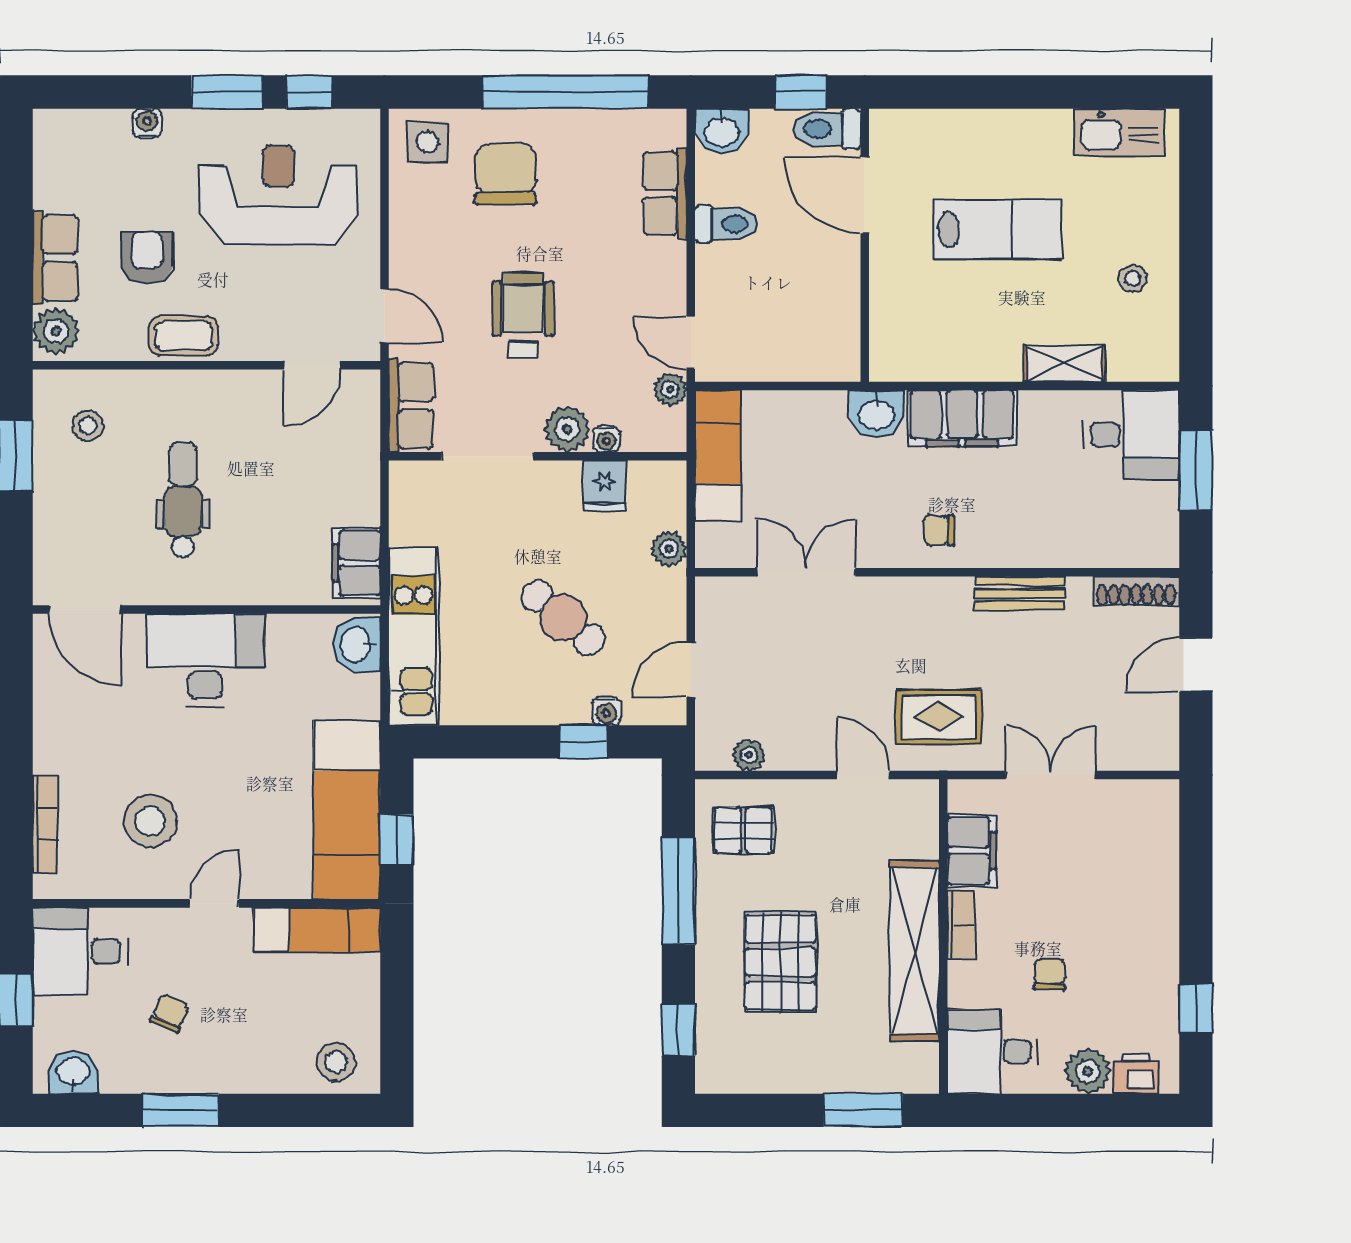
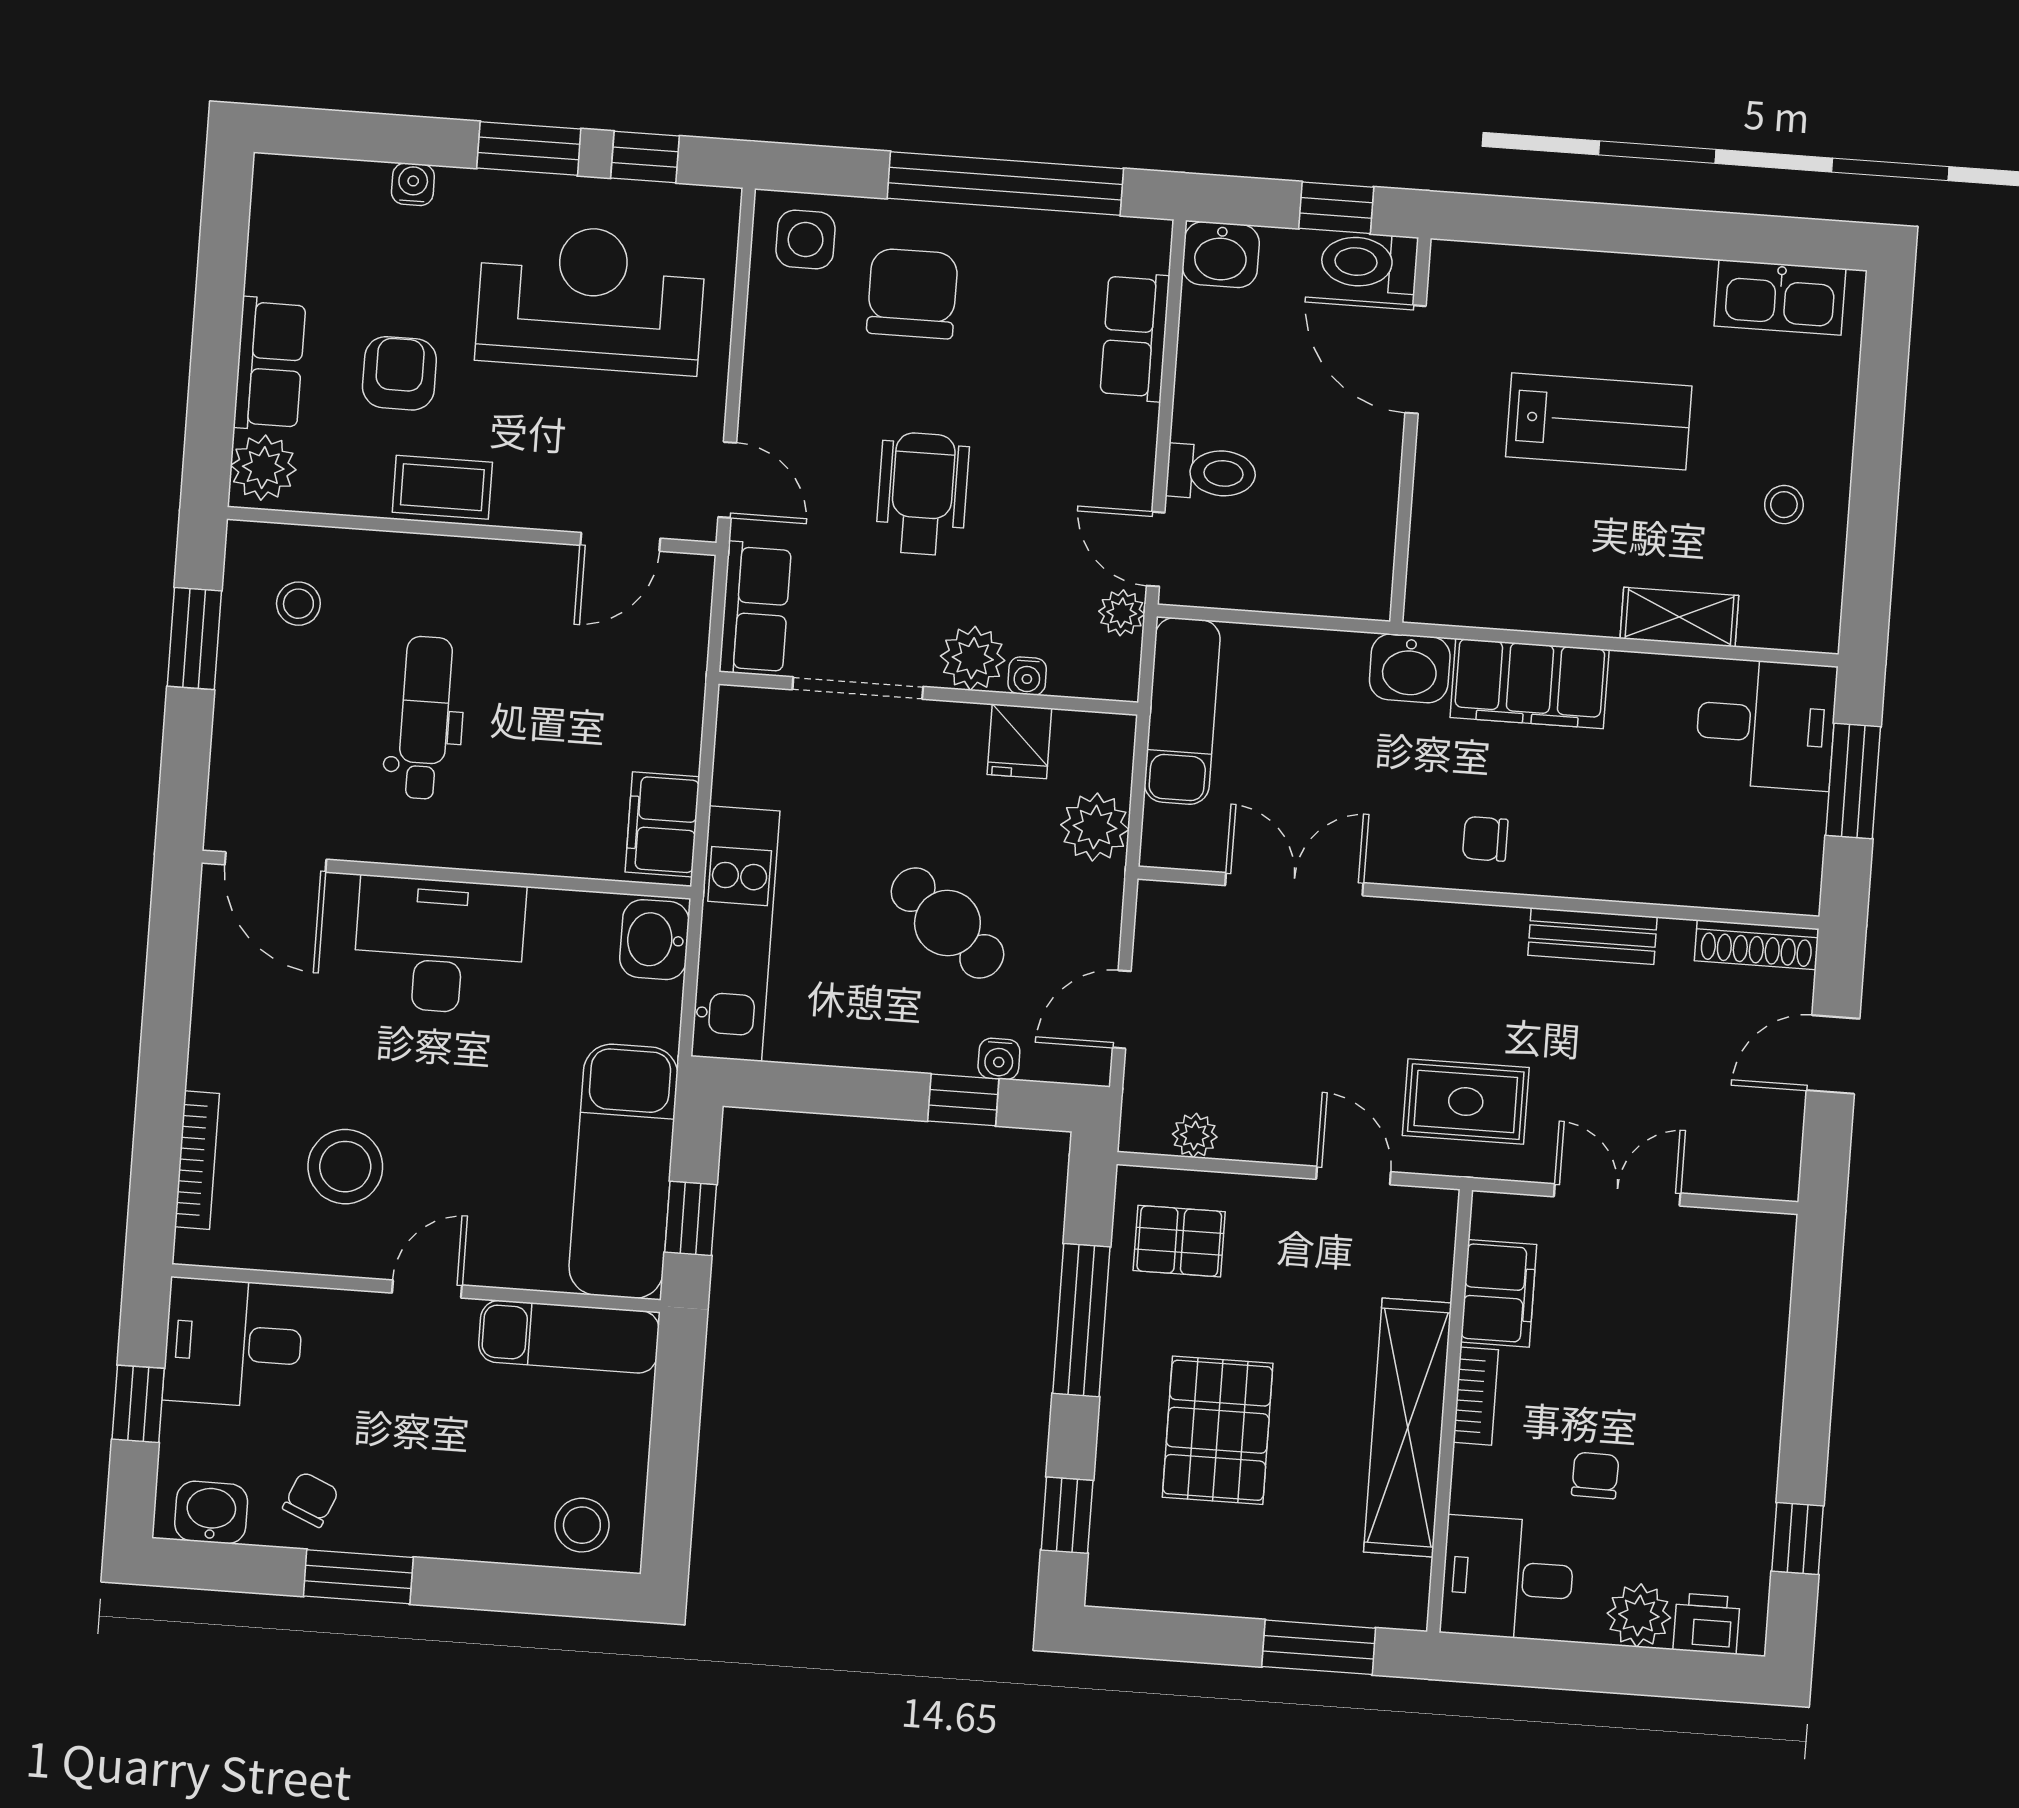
toilet: (726, 224) -> (1211, 473), moved
plant: (669, 549) -> (1095, 827), width x1.38, depth x1.38
chair: (170, 1013) -> (311, 1499), moved

